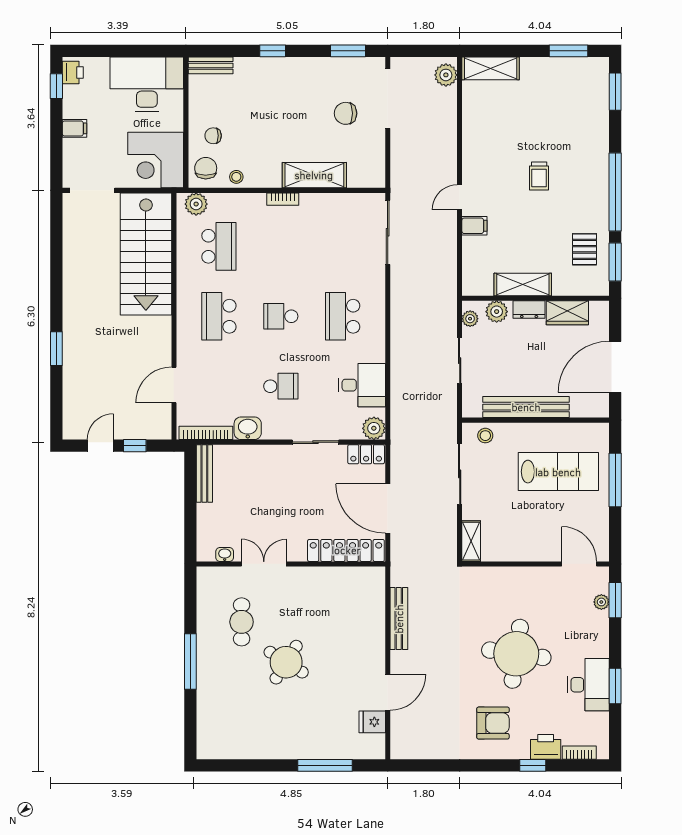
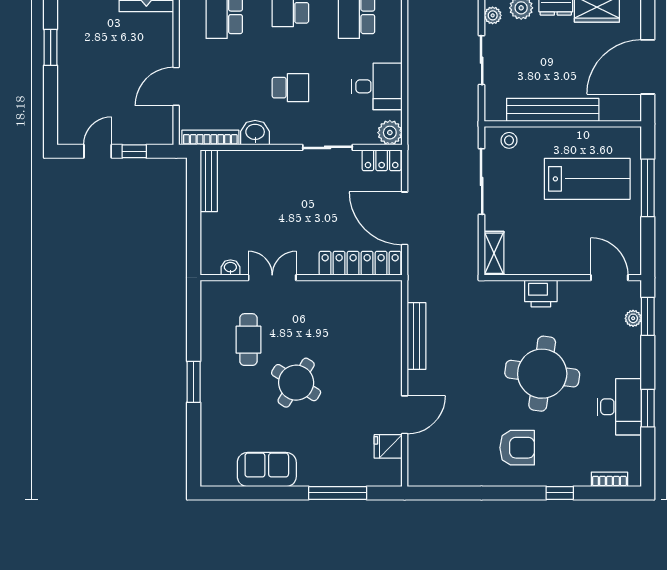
window: (190, 661) -> (194, 382), width x0.69
sofa: (259, 743) -> (267, 469), added
printer: (546, 747) -> (541, 294), moved, turned 180

